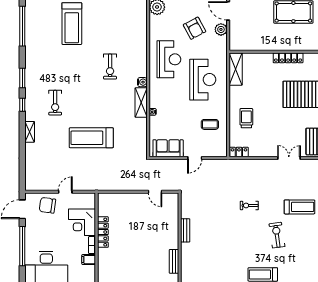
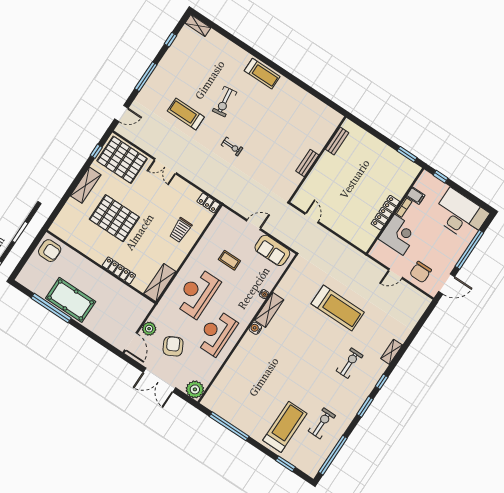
locker: (288, 58) -> (119, 270), moved
exercise bike: (110, 67) -> (322, 423), moved
coffee table: (210, 124) -> (229, 260), moved
chair: (47, 205) -> (421, 272), turned 82

